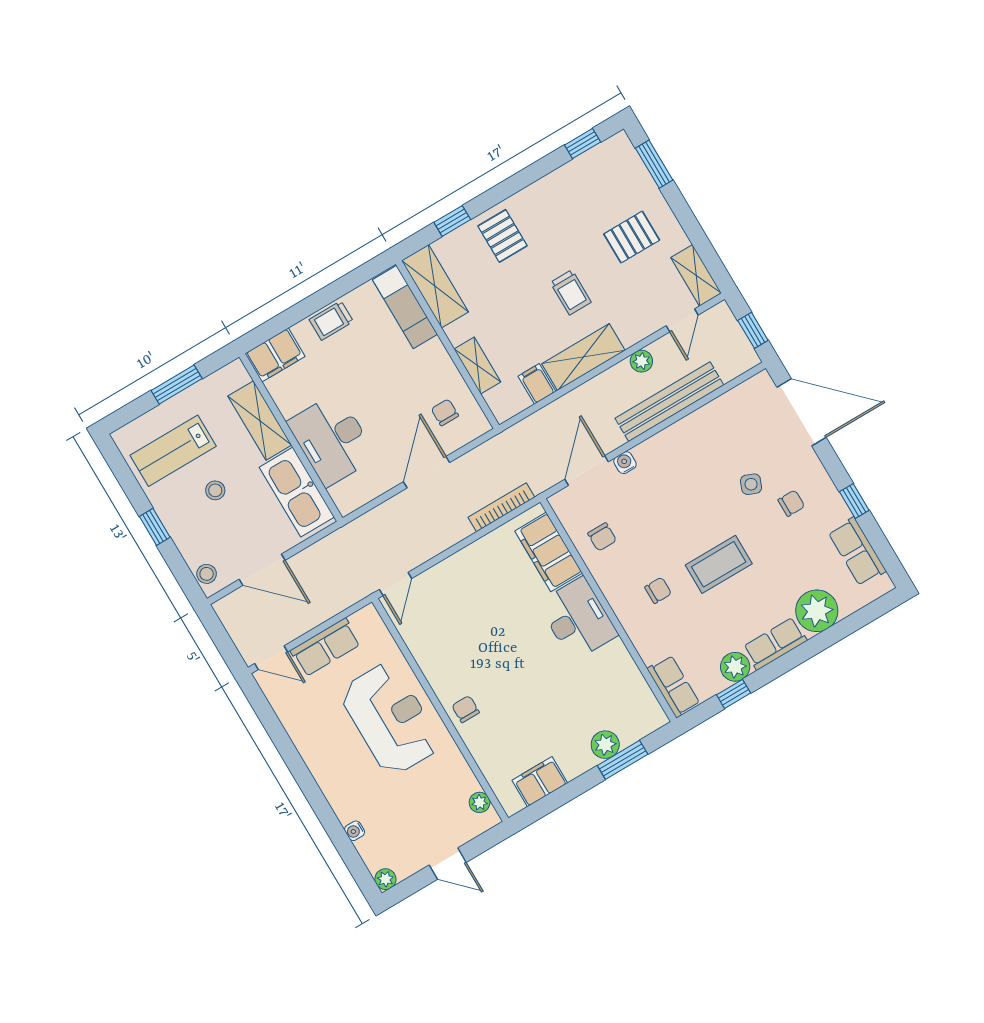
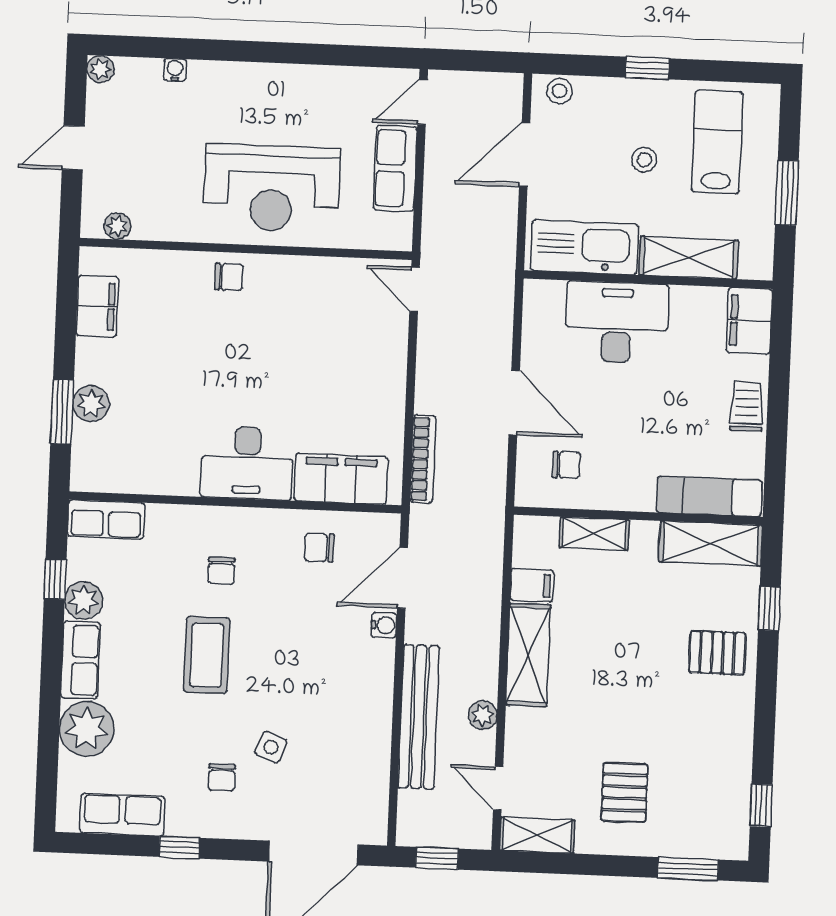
trolley: (571, 292) -> (608, 687), removed
door: (587, 471) -> (402, 578), swing flipped

